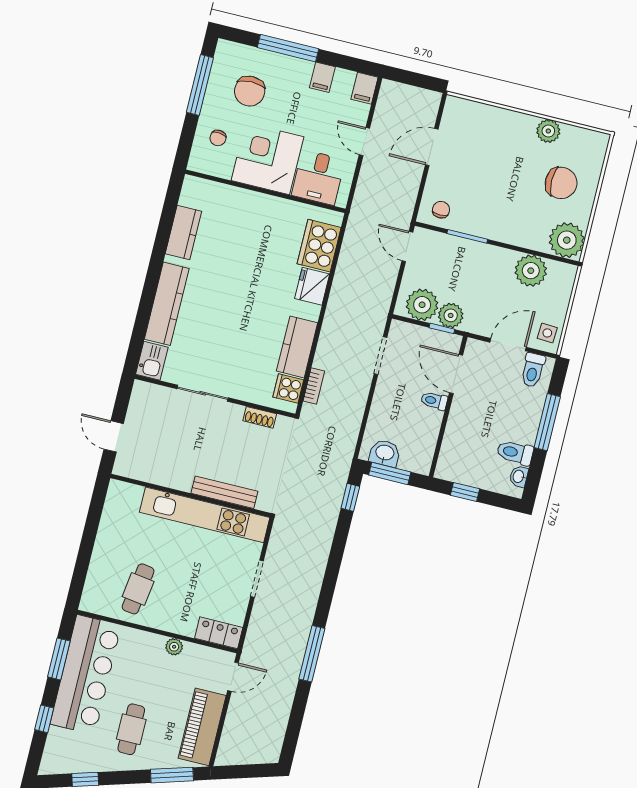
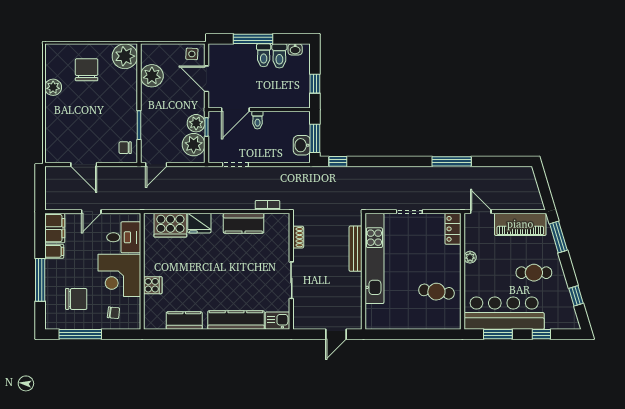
filing cabinet: (364, 88) -> (55, 228), width x2.00
toilet: (533, 370) -> (264, 55), moved, turned 90
cooker: (288, 388) -> (153, 285), moved, turned -90

